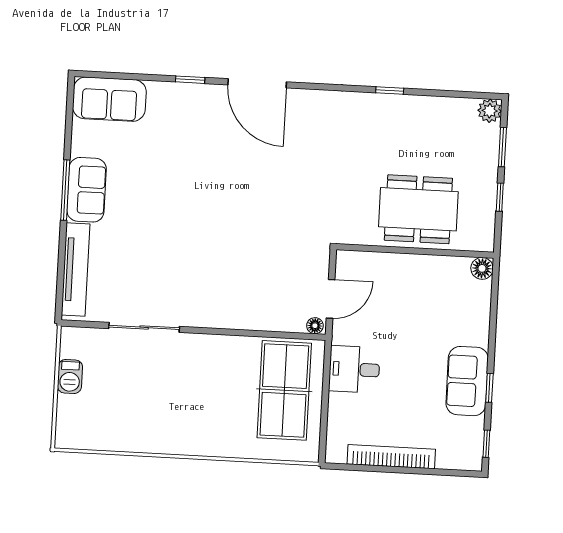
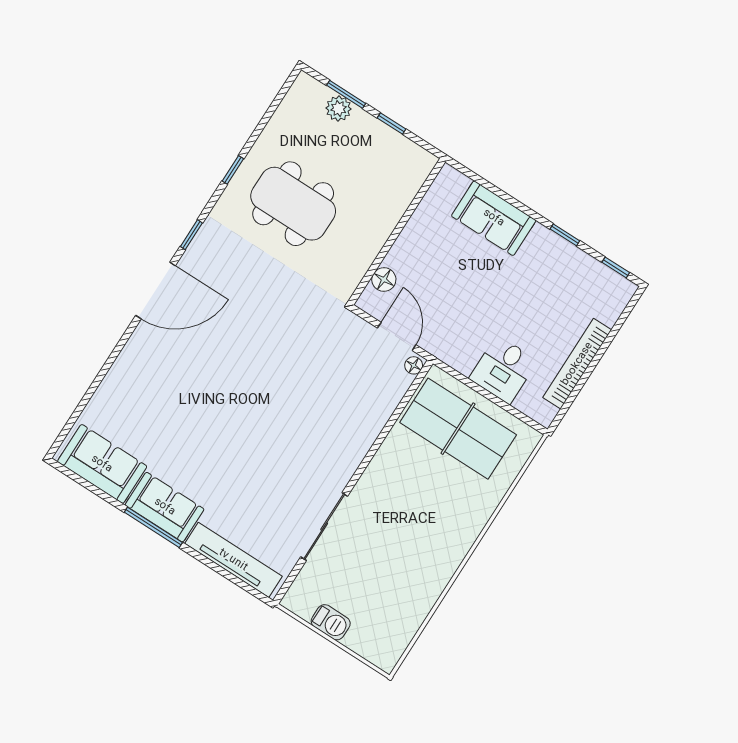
window: (190, 80) -> (191, 235), moved
sofa: (109, 99) -> (102, 464), moved, turned -90
plant: (490, 111) -> (339, 108), moved
dining table: (418, 209) -> (293, 204), moved, turned 90
floor lamp: (482, 268) -> (384, 280), moved
desk: (354, 369) -> (503, 370), moved
sofa: (467, 381) -> (494, 218), moved

